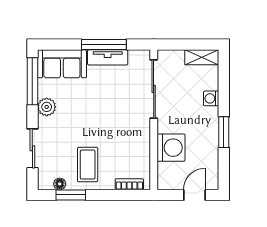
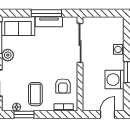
shelving: (202, 57) -> (112, 22), removed
washing machine: (171, 148) -> (114, 80), moved, turned 180
armchair: (128, 153) -> (63, 86), added

